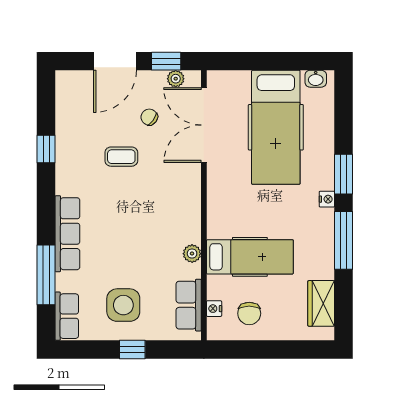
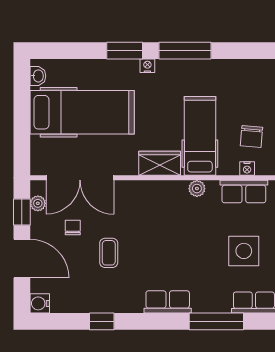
water cooler: (66, 81) -> (40, 303), added
chair: (149, 117) -> (73, 227), turned 144
row of seats: (67, 234) -> (168, 302), width x0.68
wardrobe: (321, 303) -> (160, 163), moved, turned 180
chair: (249, 313) -> (251, 136), turned 95

